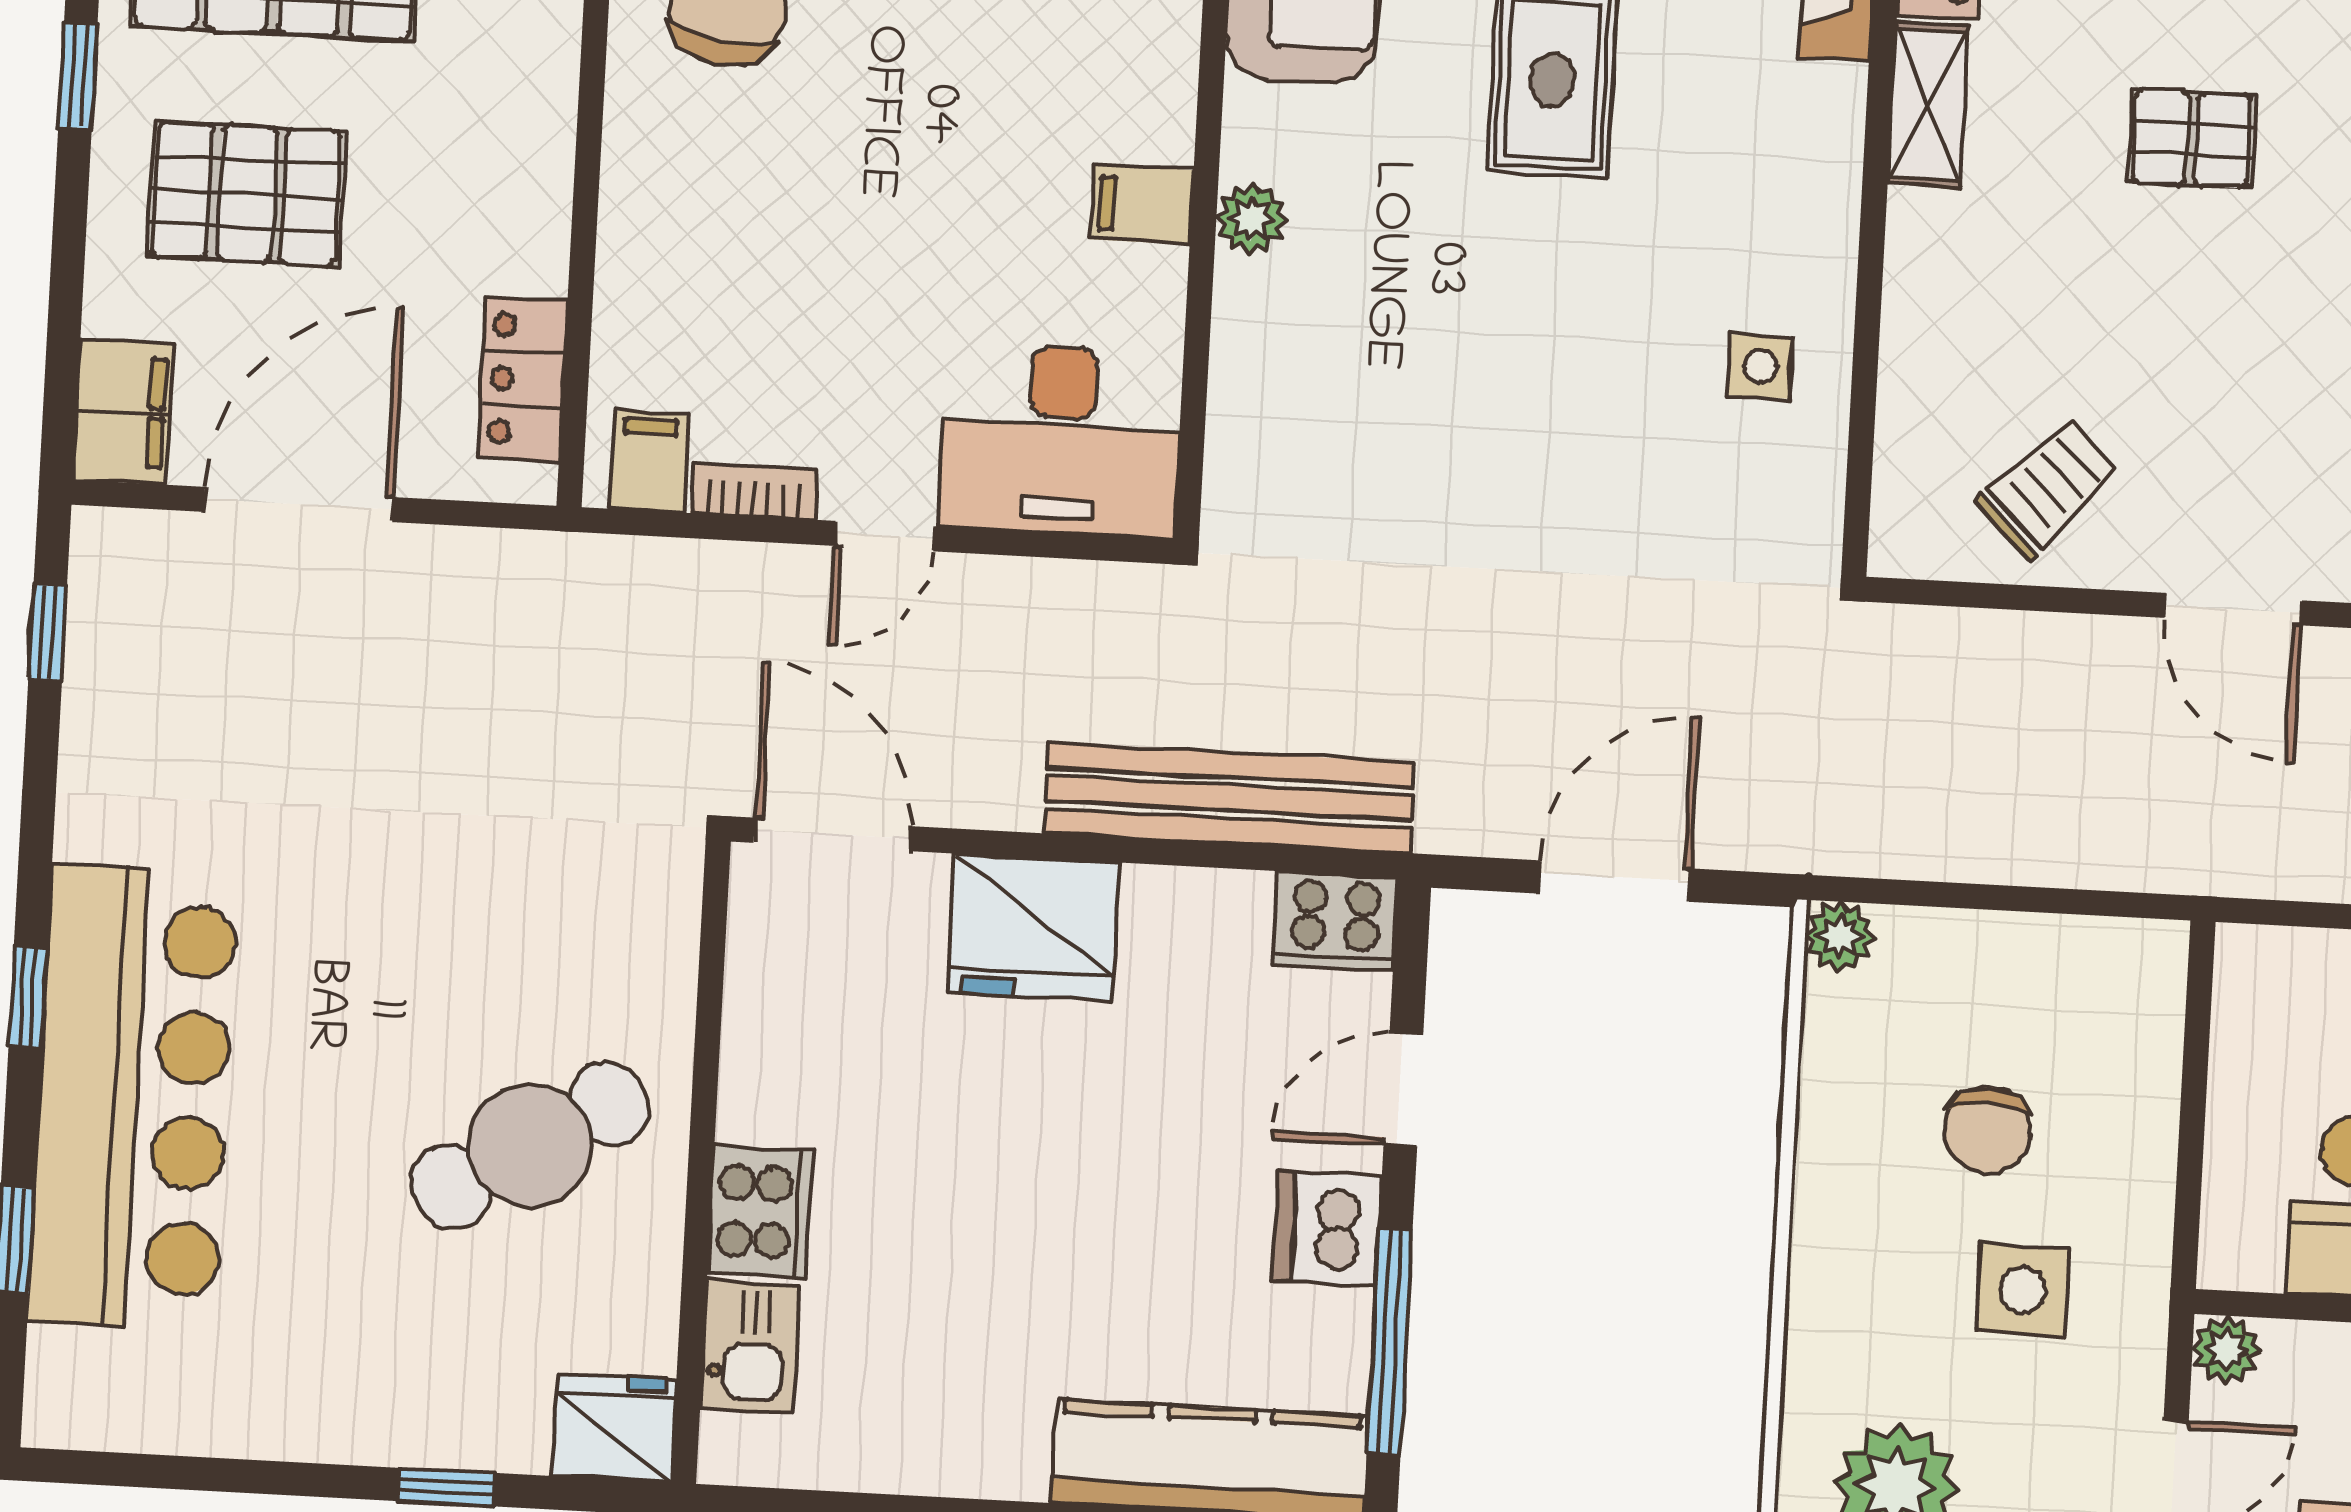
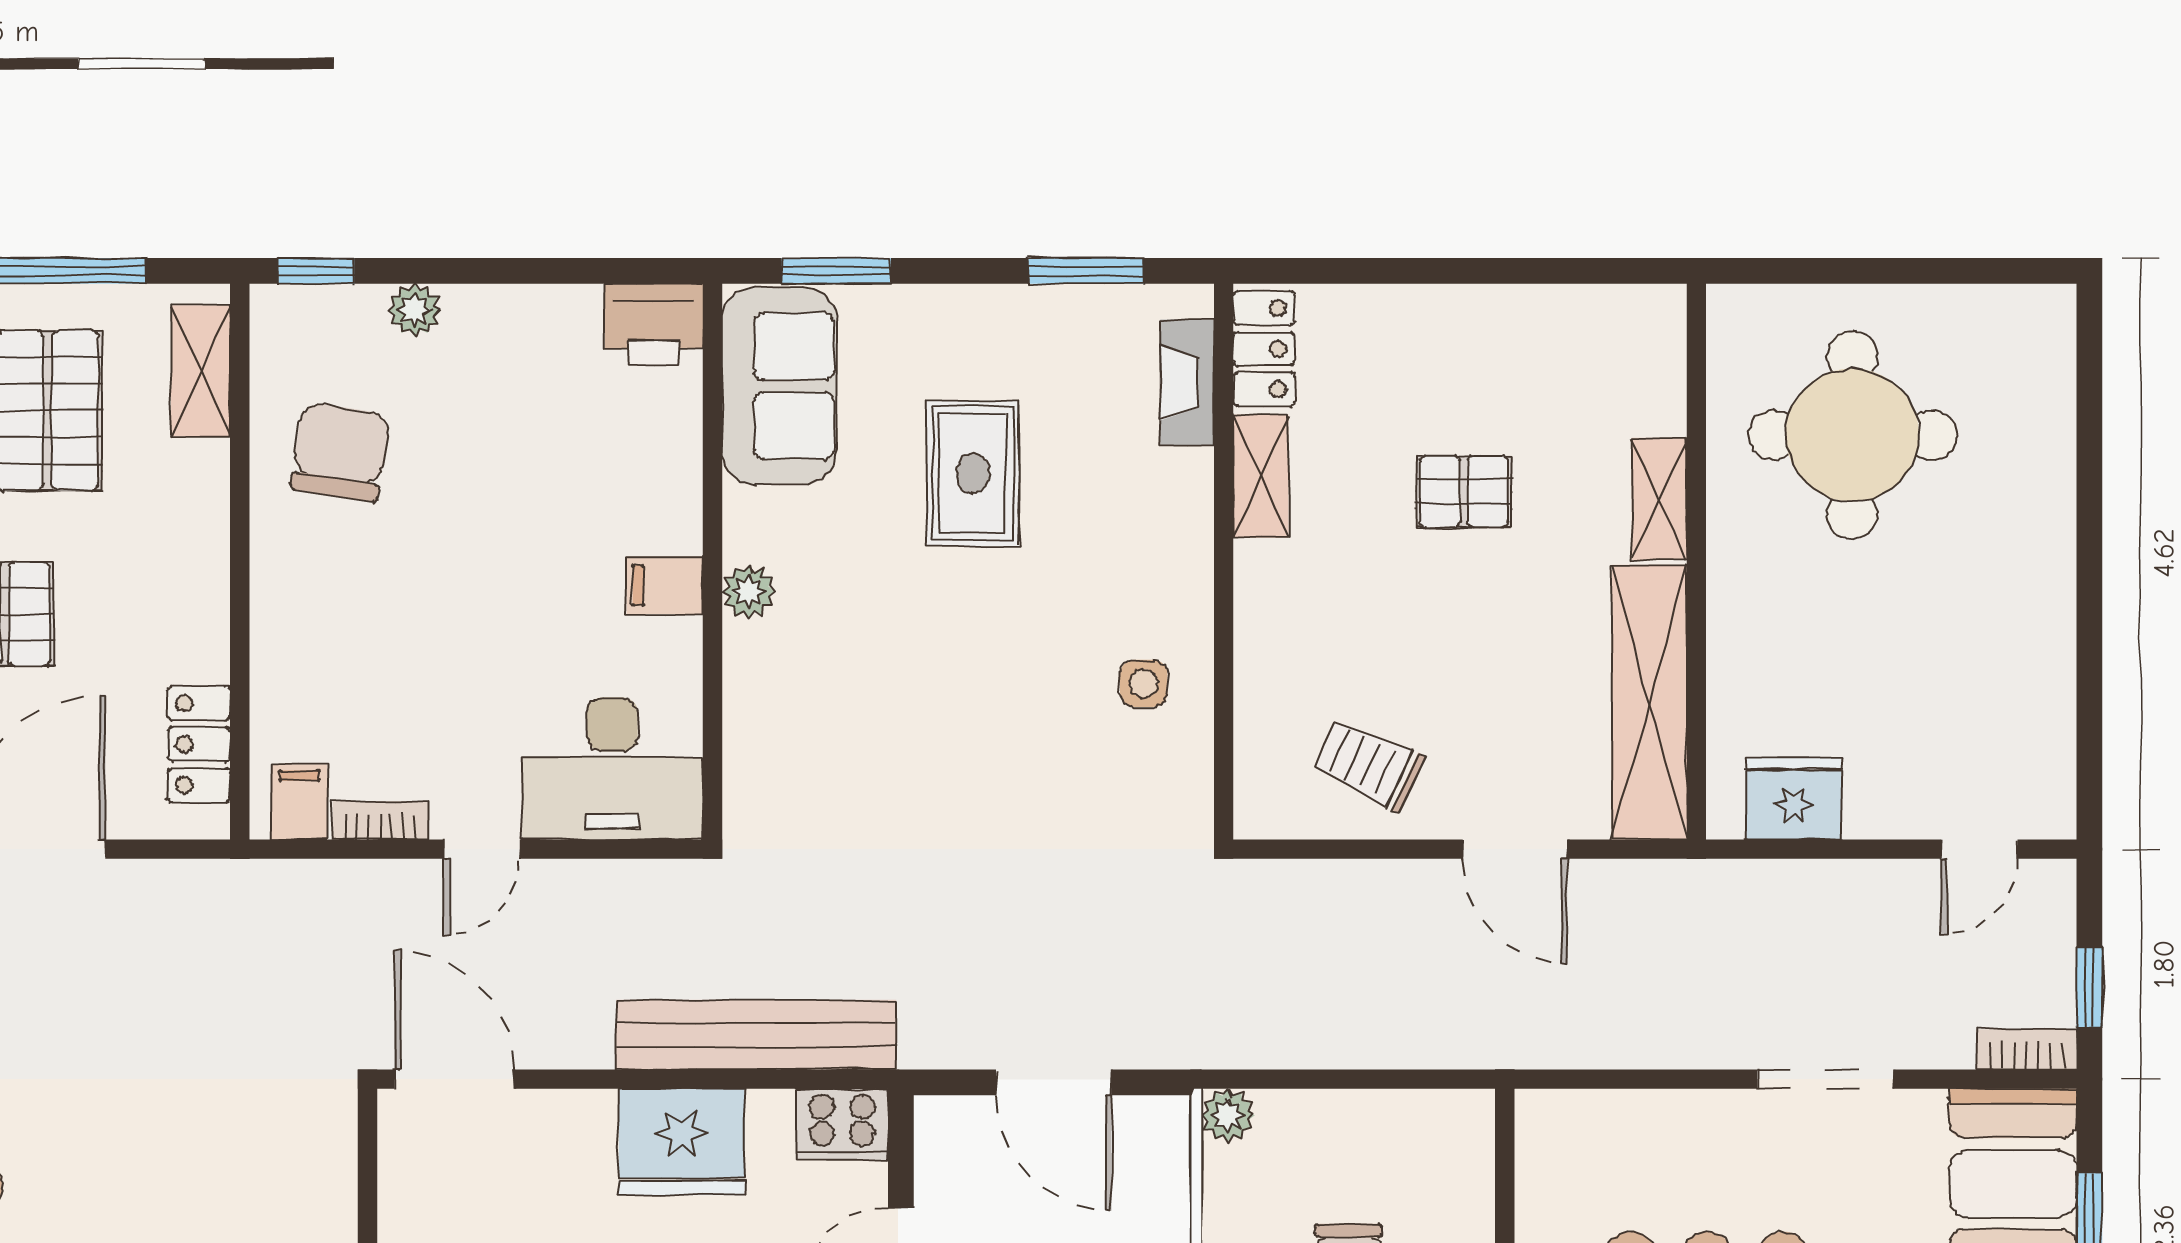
trolley: (2048, 488) -> (1368, 764), turned -109
door: (1615, 881) -> (1054, 1082), swing flipped
fridge: (1033, 928) -> (682, 1142), moved

